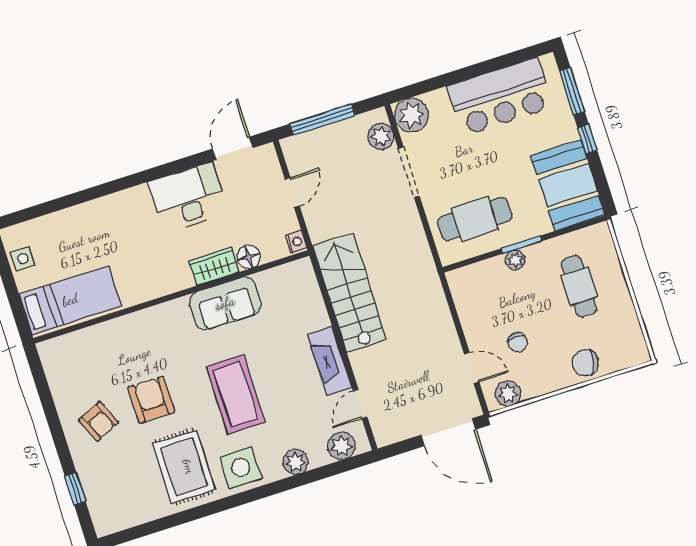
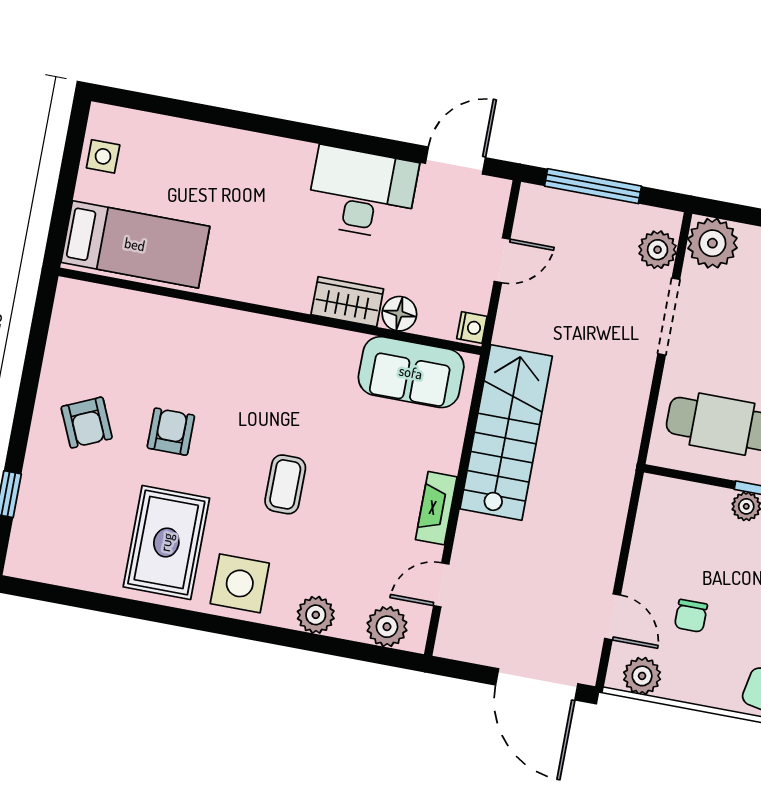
sofa: (225, 303) -> (411, 372), moved
fireplace: (330, 361) -> (436, 508), width x0.73, depth x0.76
coffee table: (236, 394) -> (285, 484), width x0.54, depth x0.58
armchair: (151, 400) -> (171, 432), width x0.72, depth x0.72

